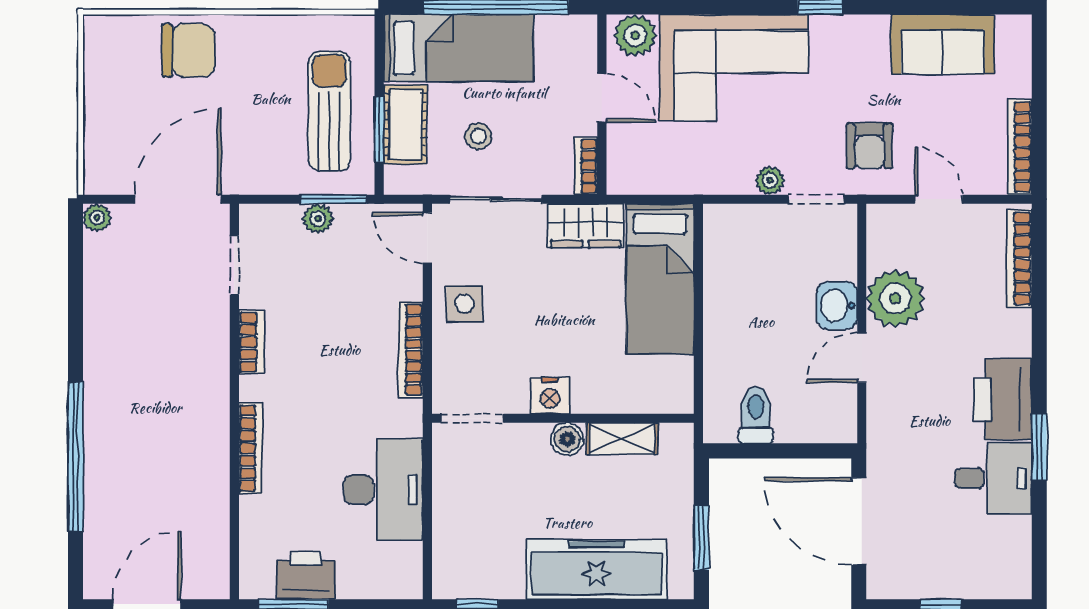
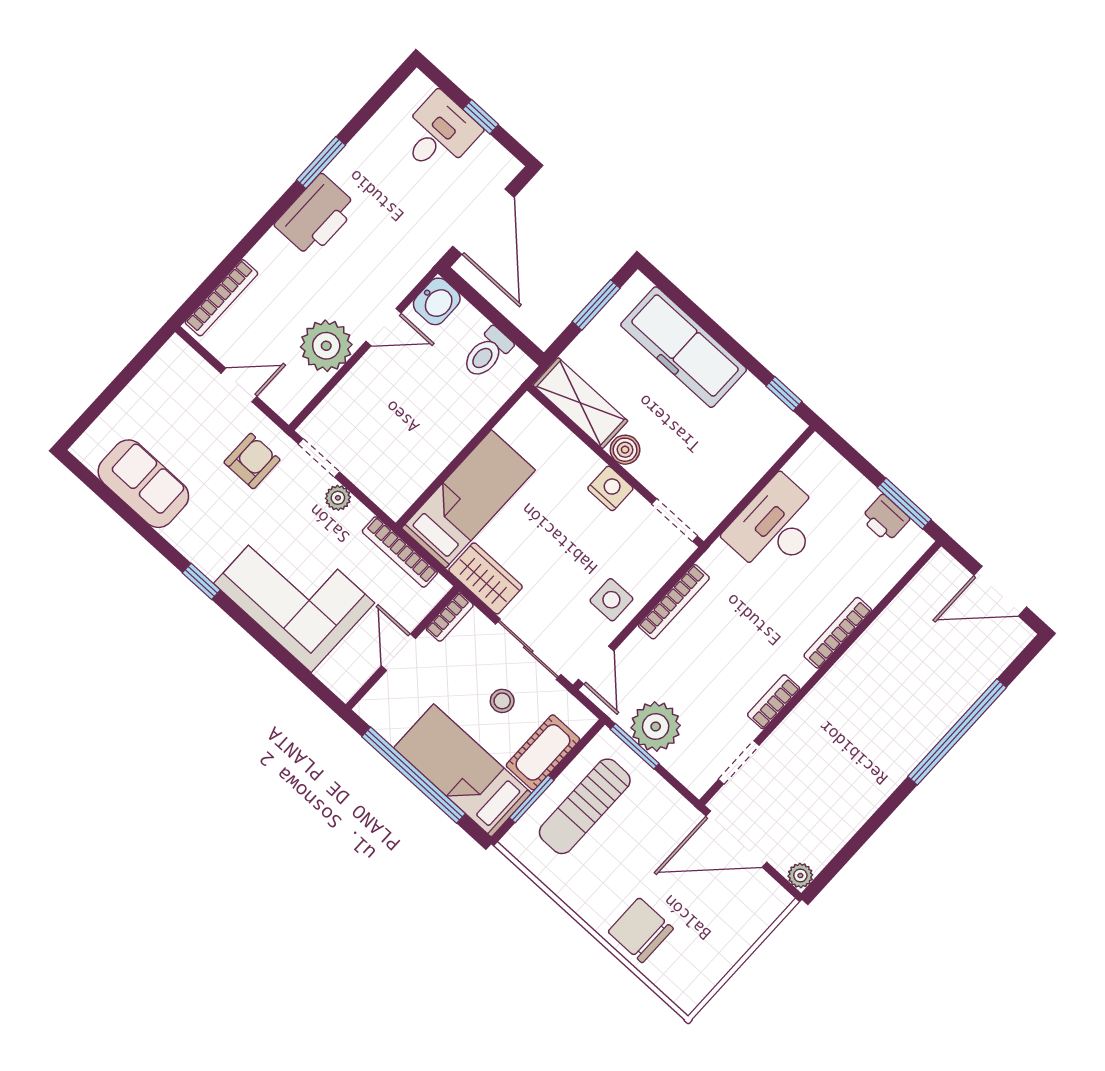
plant: (635, 35) -> (339, 673), removed
window: (379, 129) -> (532, 799), moved
bookcase: (1020, 147) -> (400, 552), moved, turned 90
door: (938, 199) -> (239, 385), swing flipped
plant: (318, 219) -> (656, 726), width x1.88, depth x1.88
washbasin: (837, 305) -> (437, 301), moved
shelving: (622, 439) -> (580, 403), width x1.50, depth x1.33
desk: (993, 478) -> (439, 134), moved, turned 90
printer: (306, 575) -> (885, 518), width x0.73, depth x0.81

